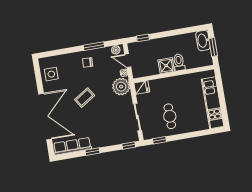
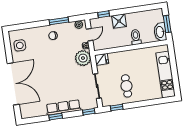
washbasin: (203, 41) -> (160, 32), moved
door: (128, 61) -> (89, 35), swing flipped
shower: (166, 66) -> (119, 21), moved
coffee table: (85, 98) -> (50, 67), removed
row of seats: (72, 146) -> (63, 107), moved

